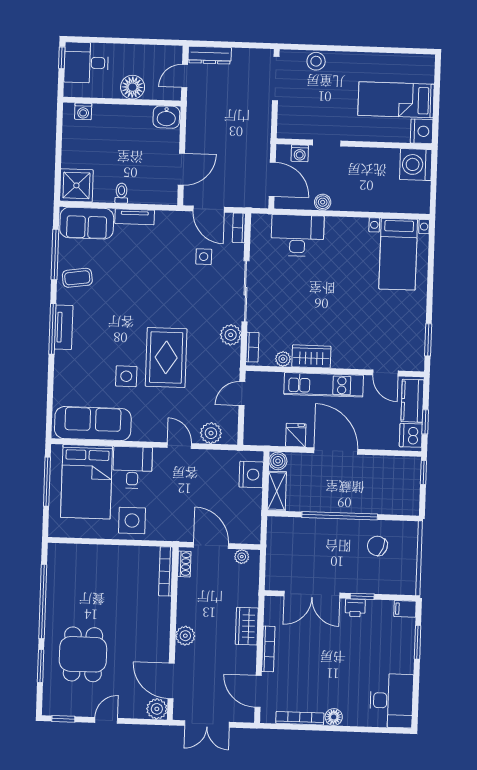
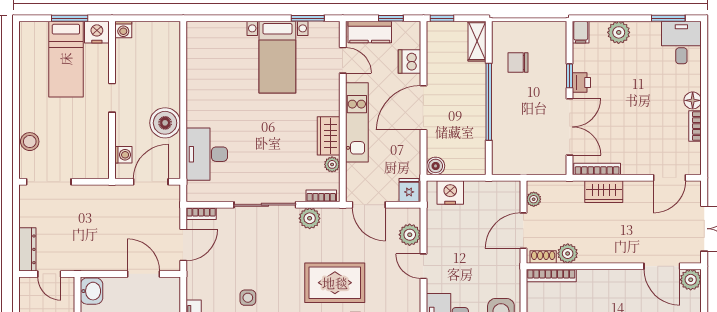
window: (436, 105) -> (70, 18), added
doorway: (327, 143) -> (112, 98), moved
washing machine: (416, 165) -> (123, 30), width x0.53, depth x0.53
boiler: (323, 202) -> (165, 123), width x1.86, depth x1.86
bed with nightstands: (398, 254) -> (277, 57), moved, turned 90
side table: (204, 257) -> (248, 298), moved
door: (385, 373) -> (343, 60), hinge flipped
door: (242, 394) -> (369, 205), width x1.38
fridge: (296, 435) -> (409, 190), moved, turned 90
dishwasher: (411, 435) -> (409, 61), moved, turned 90
door: (179, 446) -> (423, 266), hinge flipped
shelving: (277, 491) -> (477, 41), moved, turned 90
chair: (377, 546) -> (518, 62), turned 69
plant: (185, 636) -> (568, 253), moved
window: (418, 642) -> (668, 18), moved
plant: (403, 646) -> (619, 32), added
bookcase: (268, 649) -> (597, 169), moved
door: (171, 681) -> (662, 266), hinge flipped
desk: (392, 701) -> (681, 43), width x0.73
bookcase: (300, 718) -> (695, 126), width x0.64

